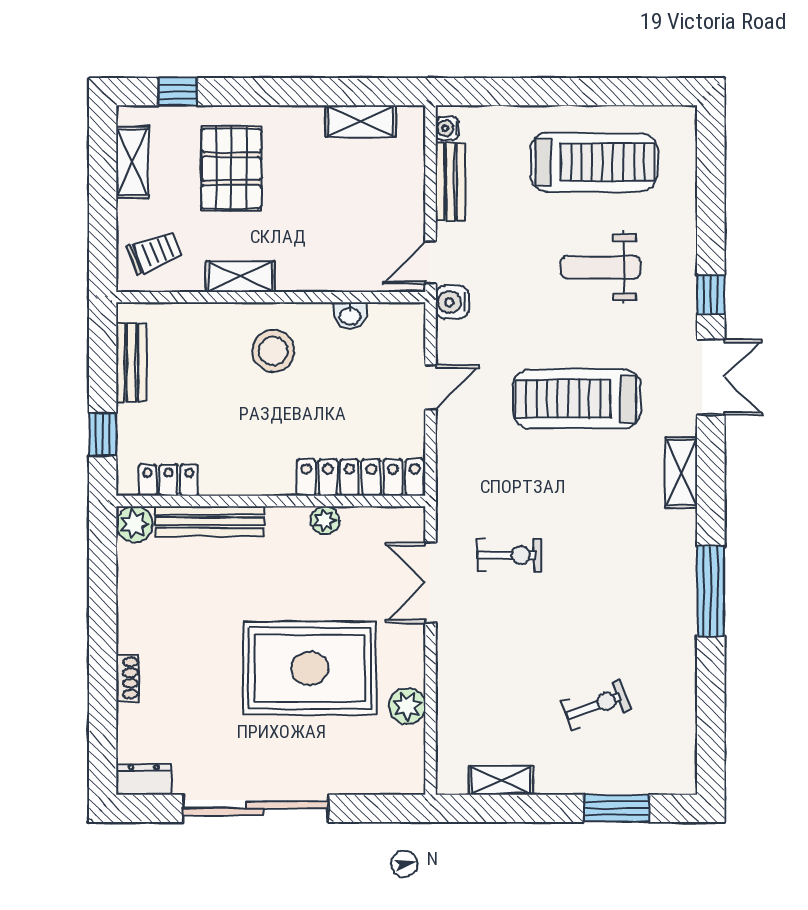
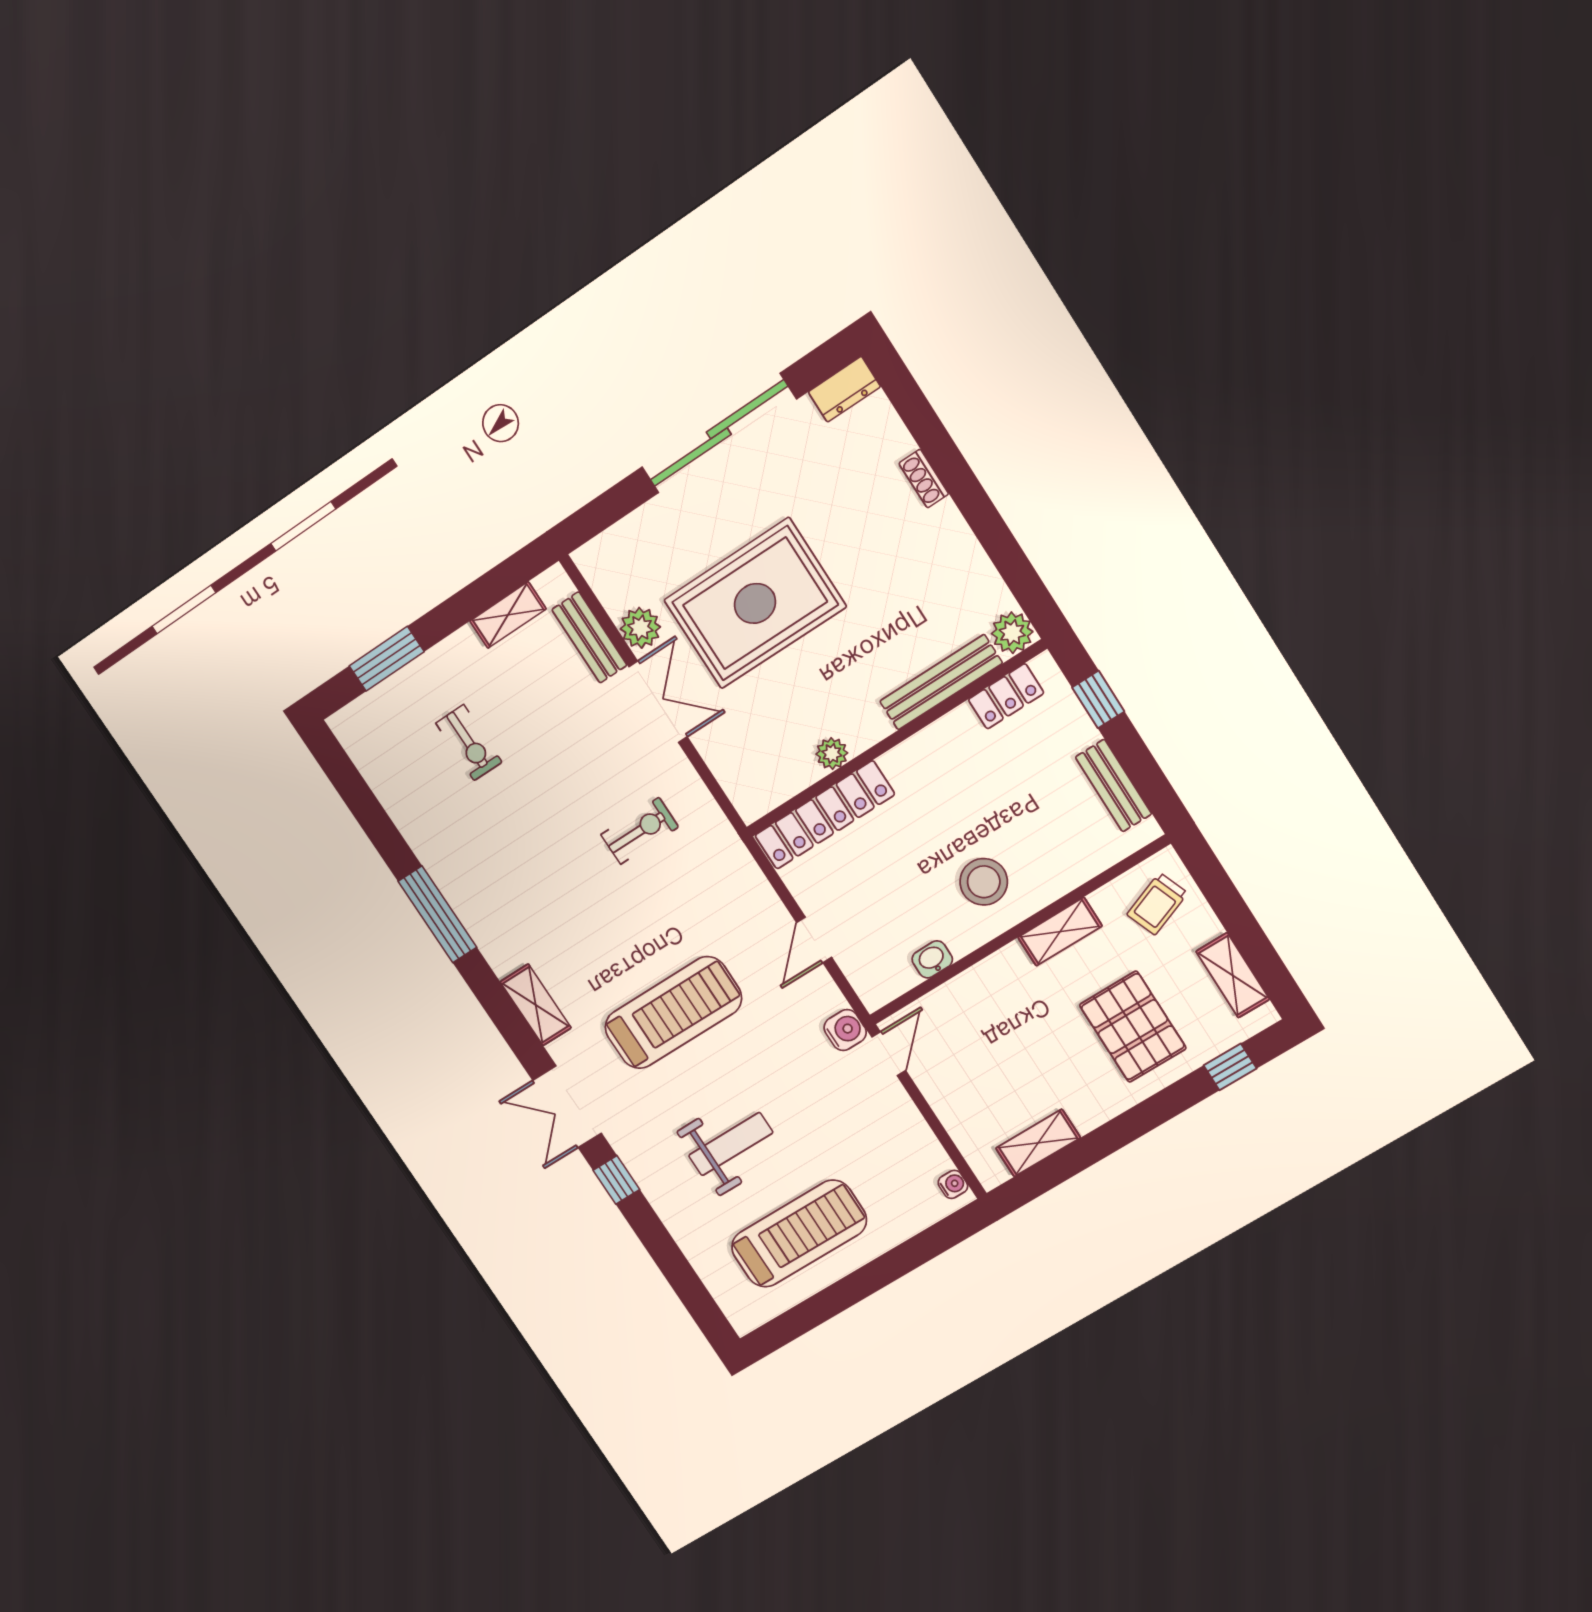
treadmill: (594, 162) -> (799, 1234), turned 180
bench: (450, 182) -> (589, 637), moved
exercise bike: (509, 555) -> (640, 831), turned 180
double door: (430, 583) -> (658, 702), moved
exercise bike: (596, 705) -> (469, 743), turned -70

